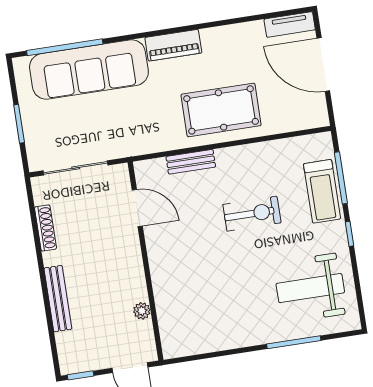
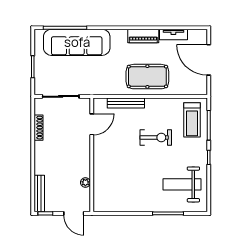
tv unit: (290, 24) -> (173, 34), moved
piano: (173, 45) -> (143, 36), moved
bench: (191, 162) -> (126, 103), width x1.36
treadmill: (322, 191) -> (192, 120), moved
door: (137, 208) -> (92, 124), hinge flipped
bench: (58, 299) -> (39, 194), moved

